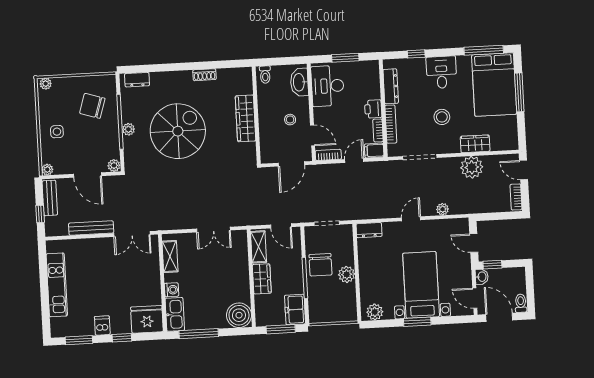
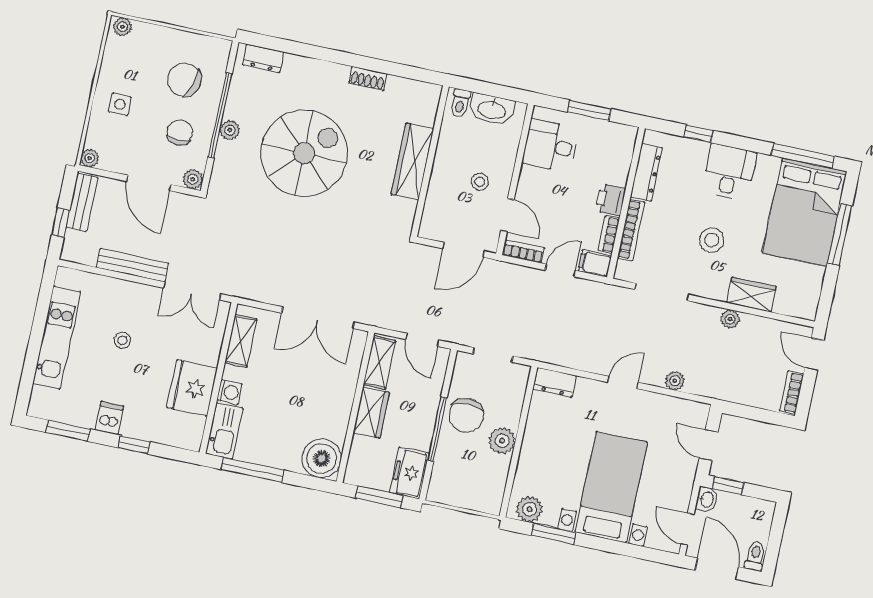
washbasin: (299, 82) -> (492, 109), moved, turned -90
desk: (328, 86) -> (550, 146), width x0.73
chair: (98, 139) -> (180, 132), added
plant: (472, 167) -> (730, 319), width x0.53, depth x0.53
double door: (213, 230) -> (318, 318), width x1.37
stool: (97, 276) -> (122, 340), added
fridge: (147, 319) -> (192, 388), moved, turned -90
window: (417, 322) -> (553, 534), moved

